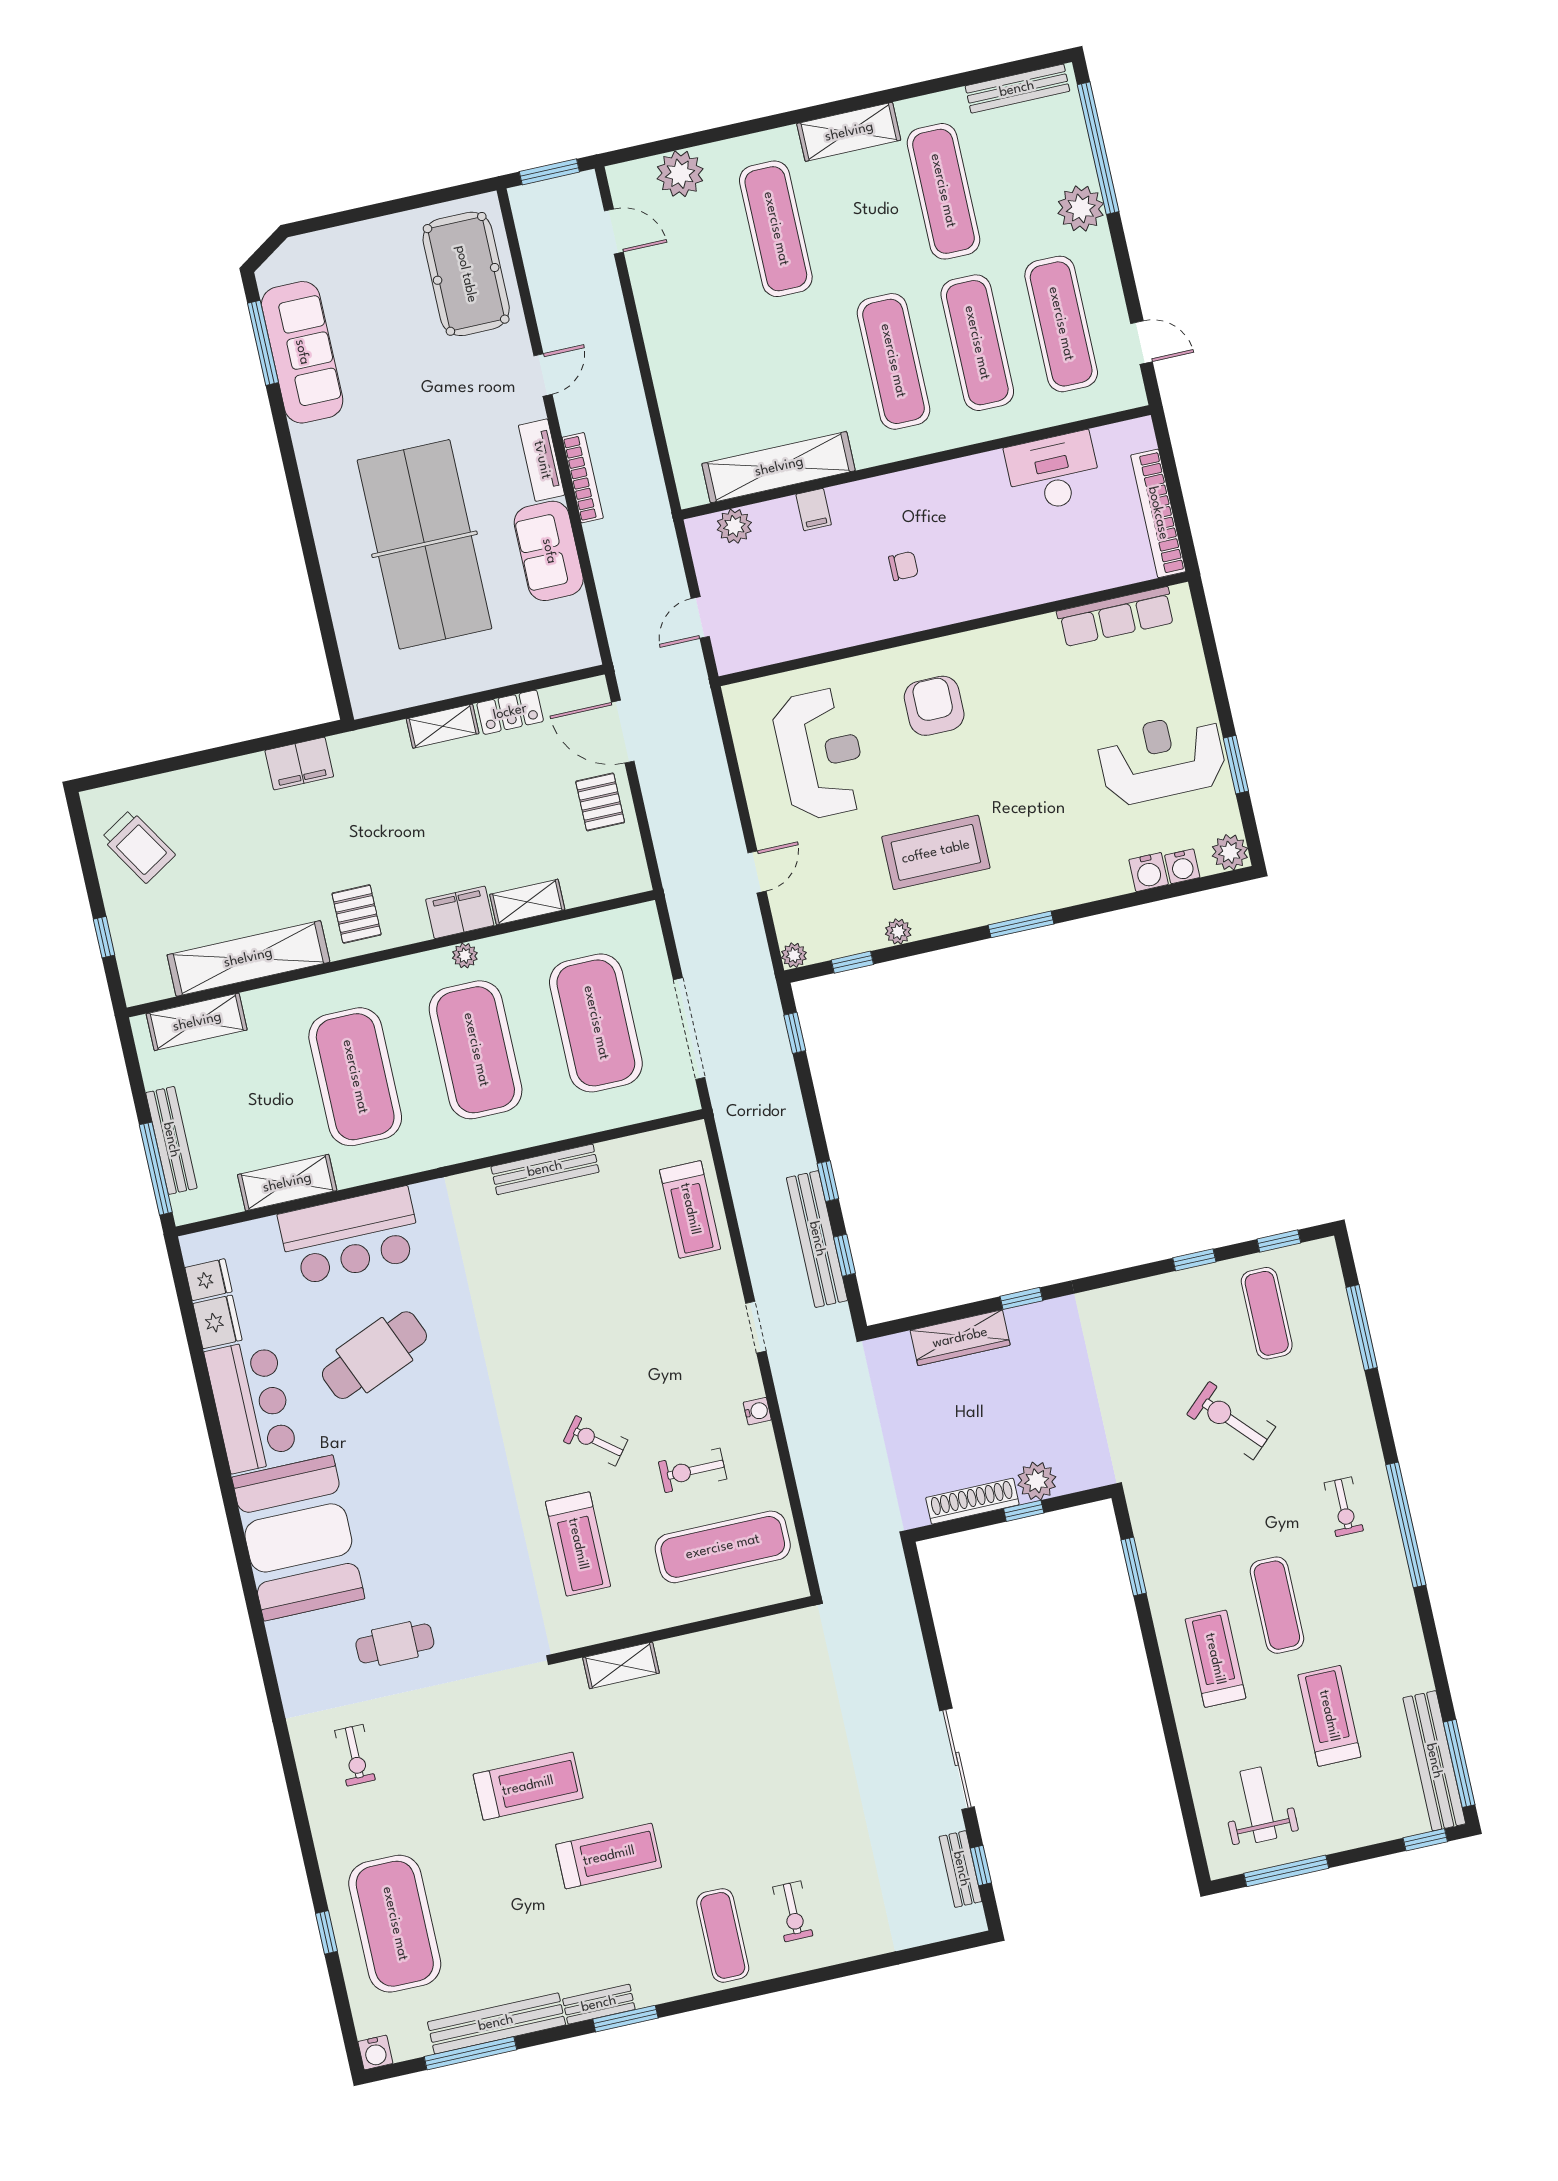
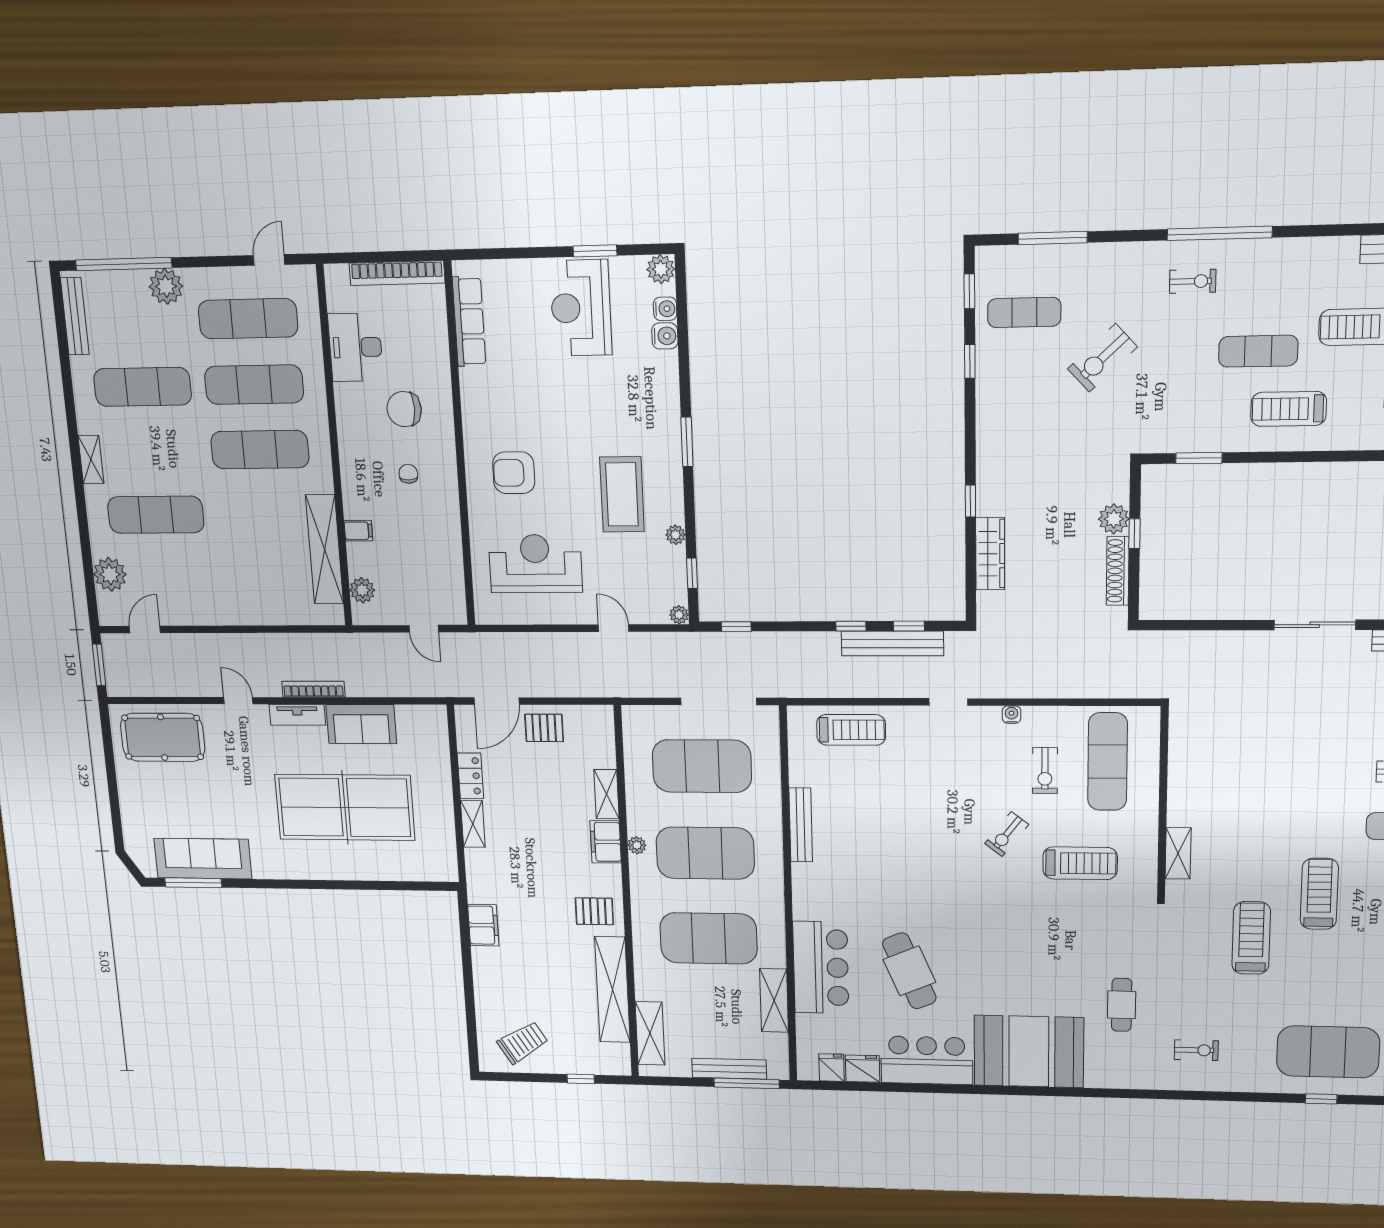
shelving: (849, 132) -> (91, 459), width x0.67, depth x0.75
chair: (987, 548) -> (404, 409), added

